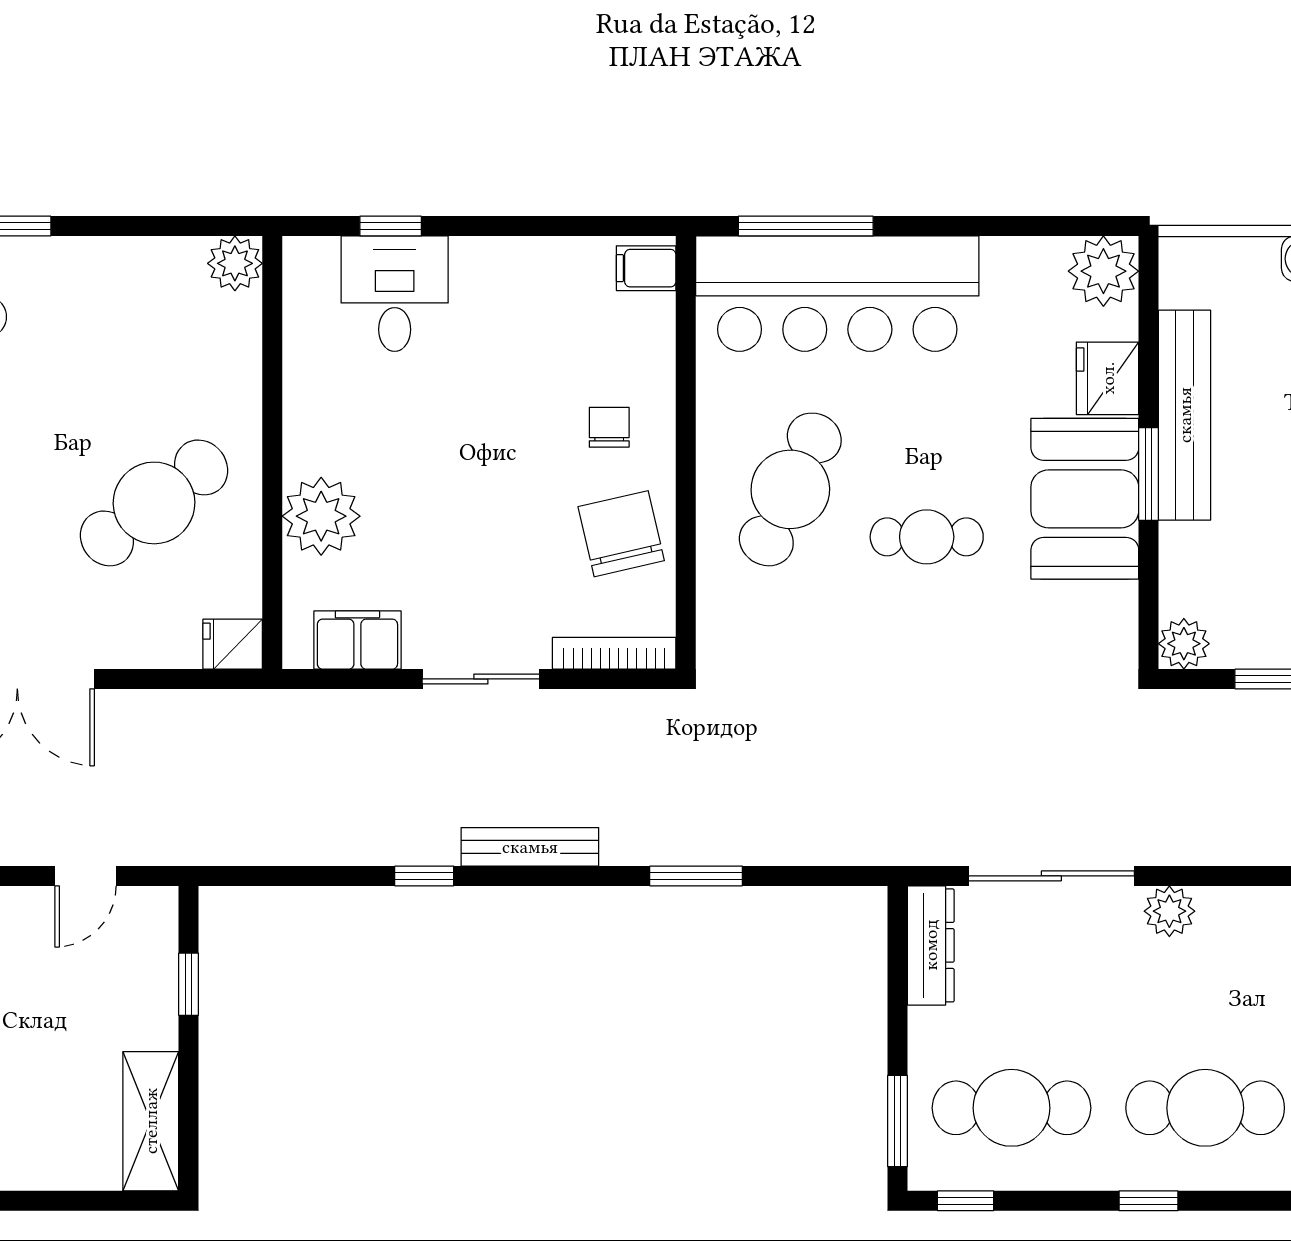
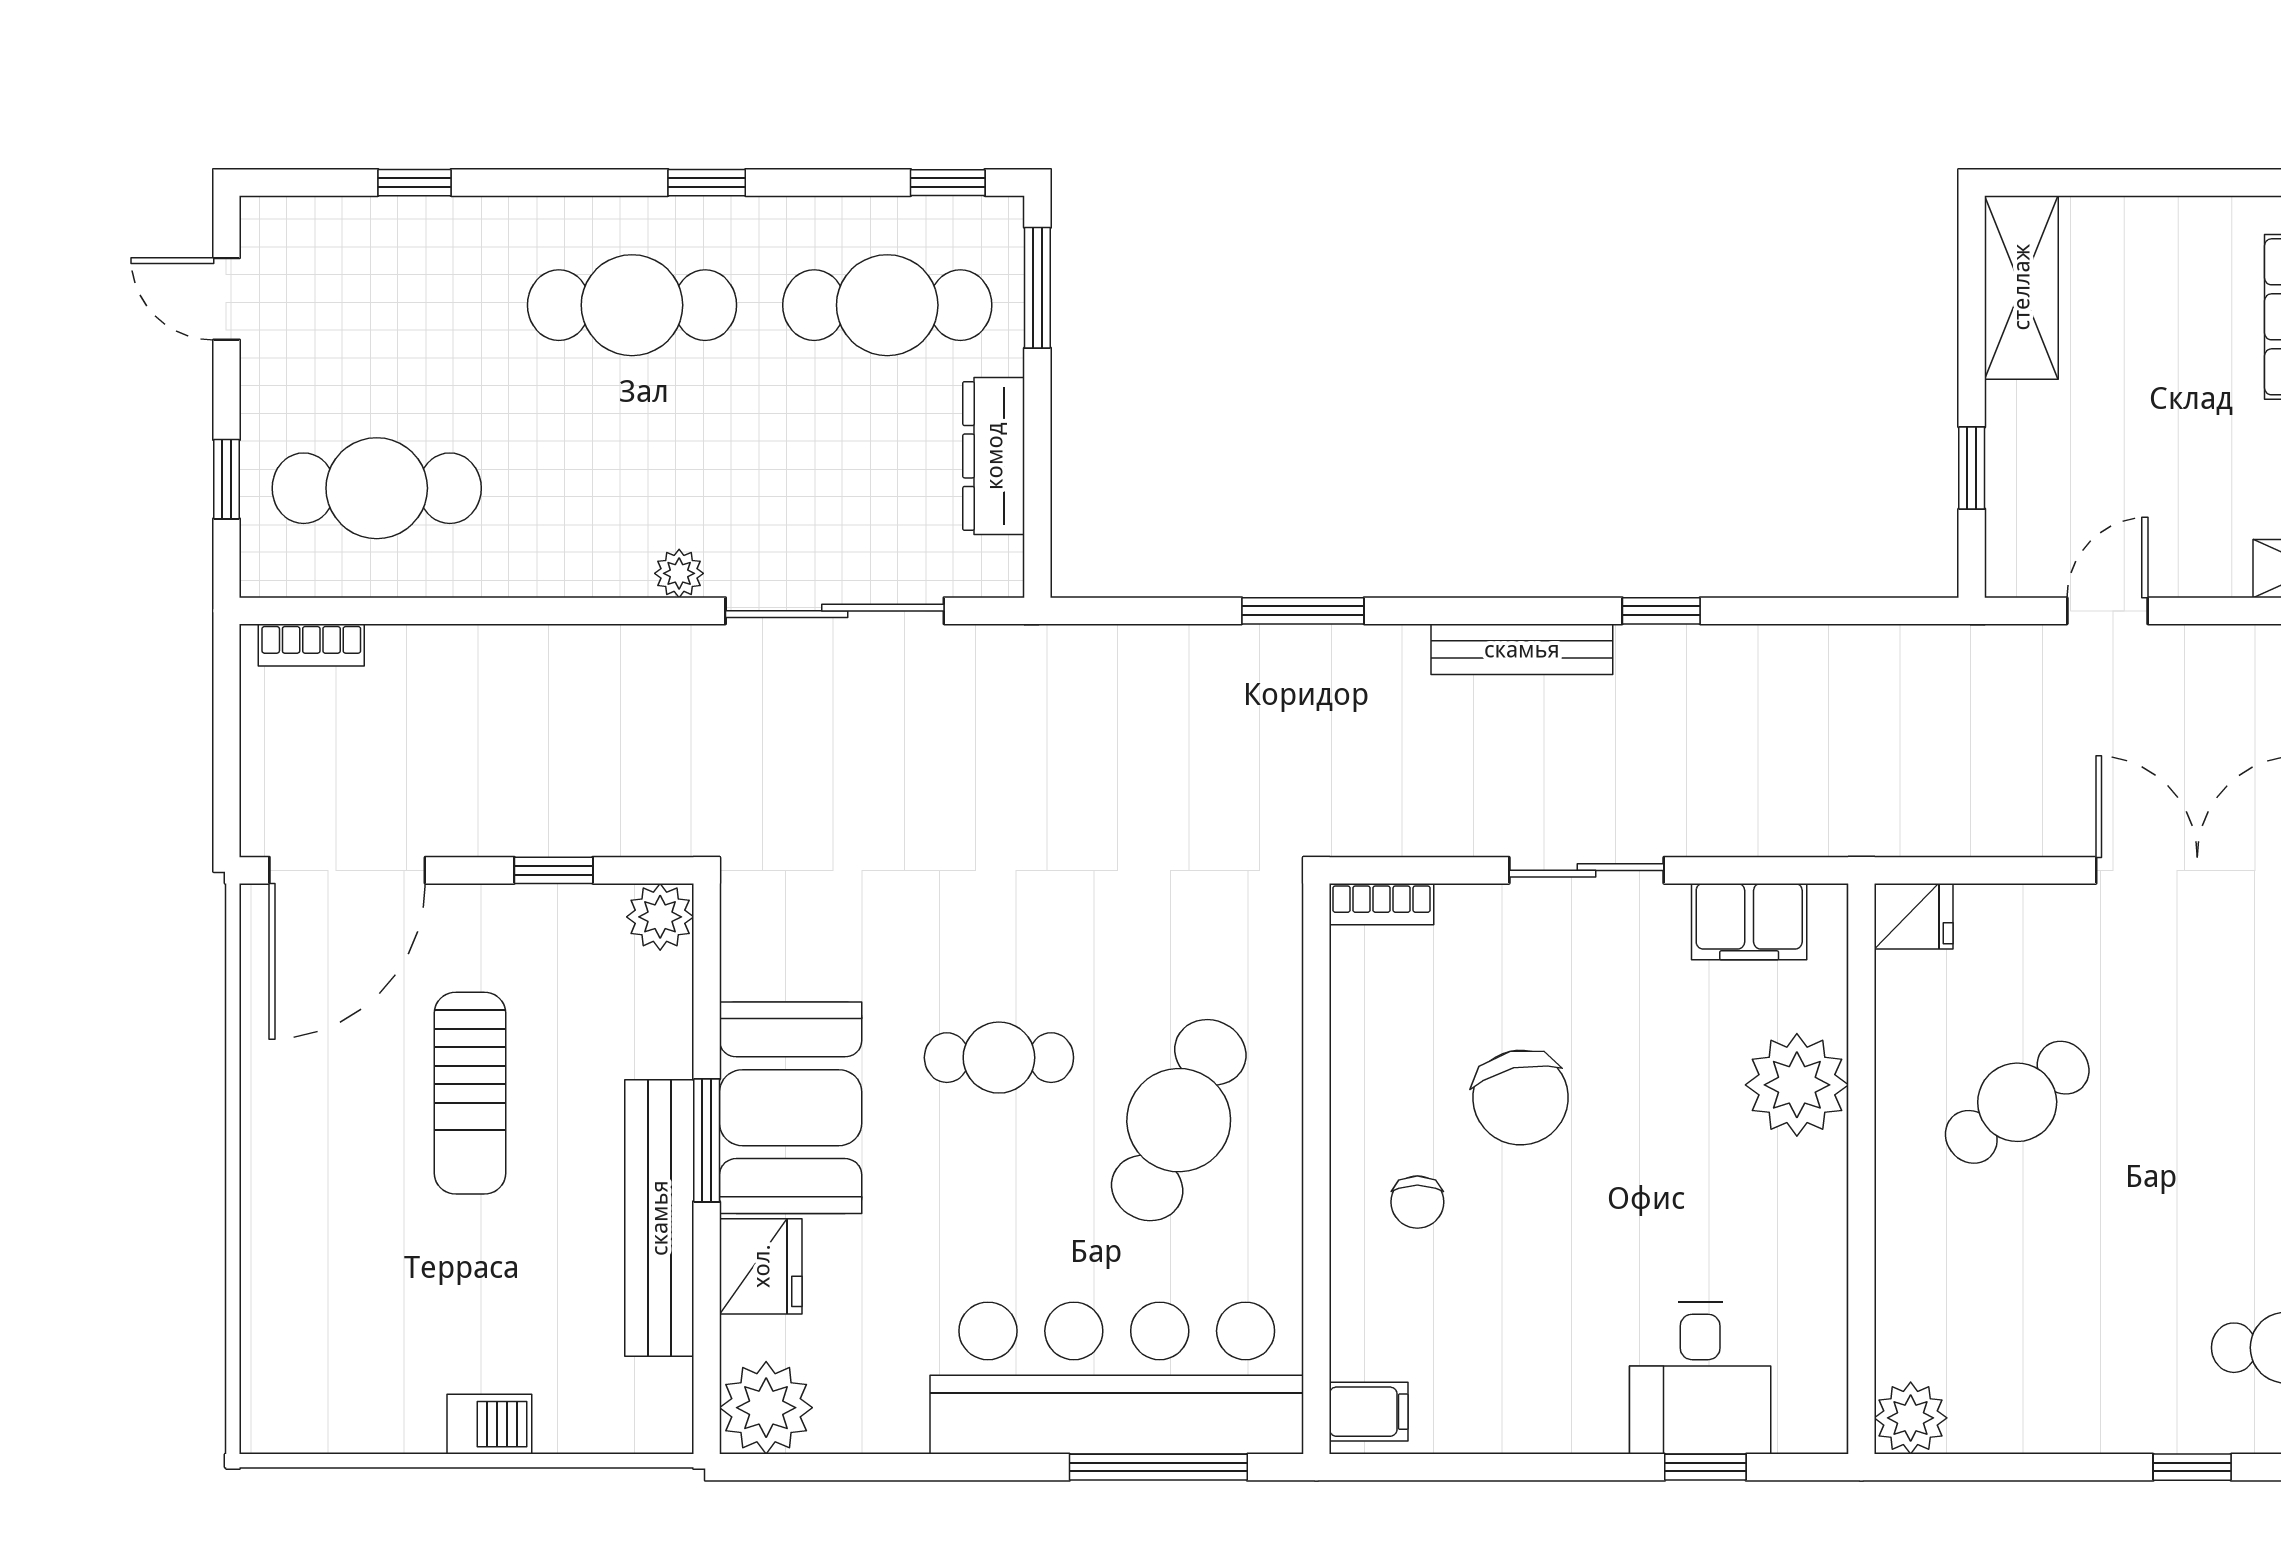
cafe table: (154, 503) -> (2017, 1102), width x0.73, depth x0.74
chair: (621, 534) -> (1520, 1098), moved
bookcase: (614, 653) -> (1382, 904), width x0.64
plant: (1169, 911) -> (679, 573), width x0.73, depth x0.73
dresser: (931, 945) -> (994, 456), moved

